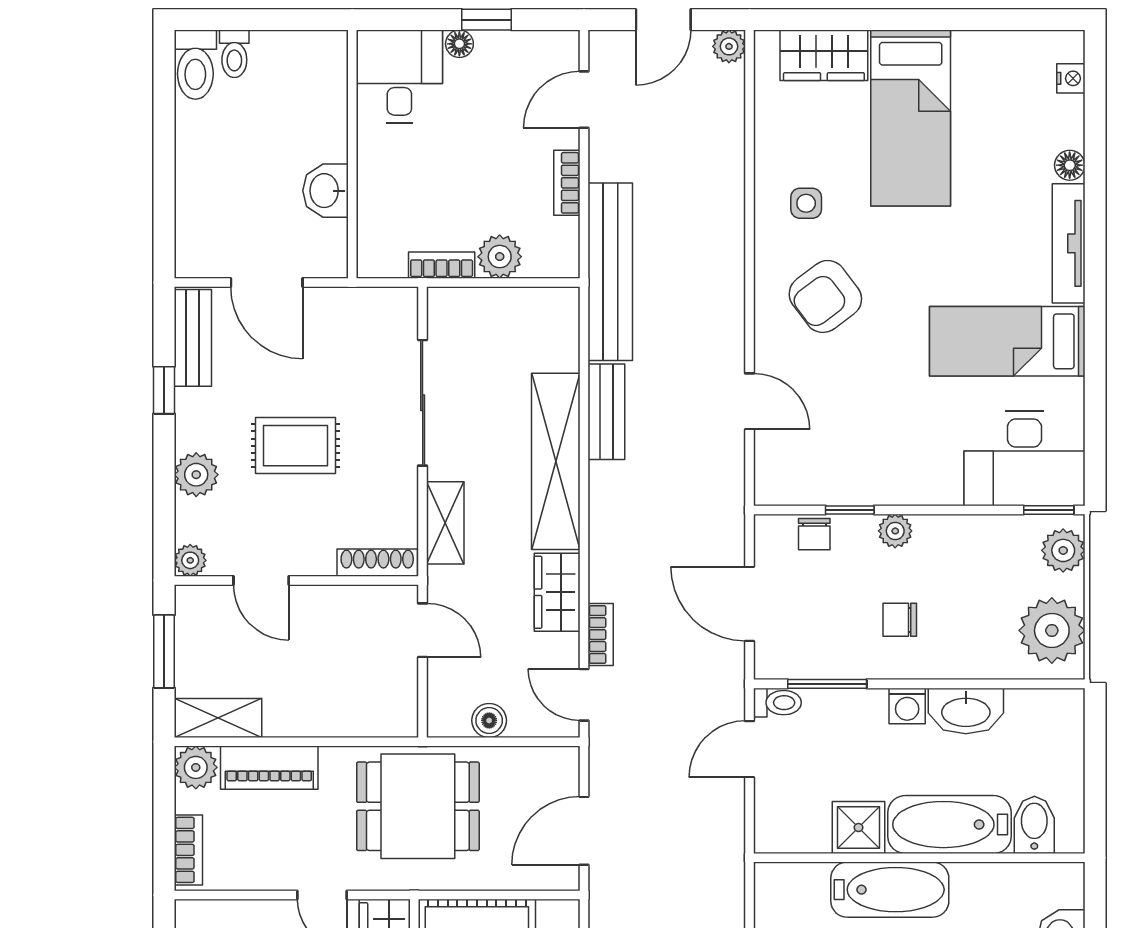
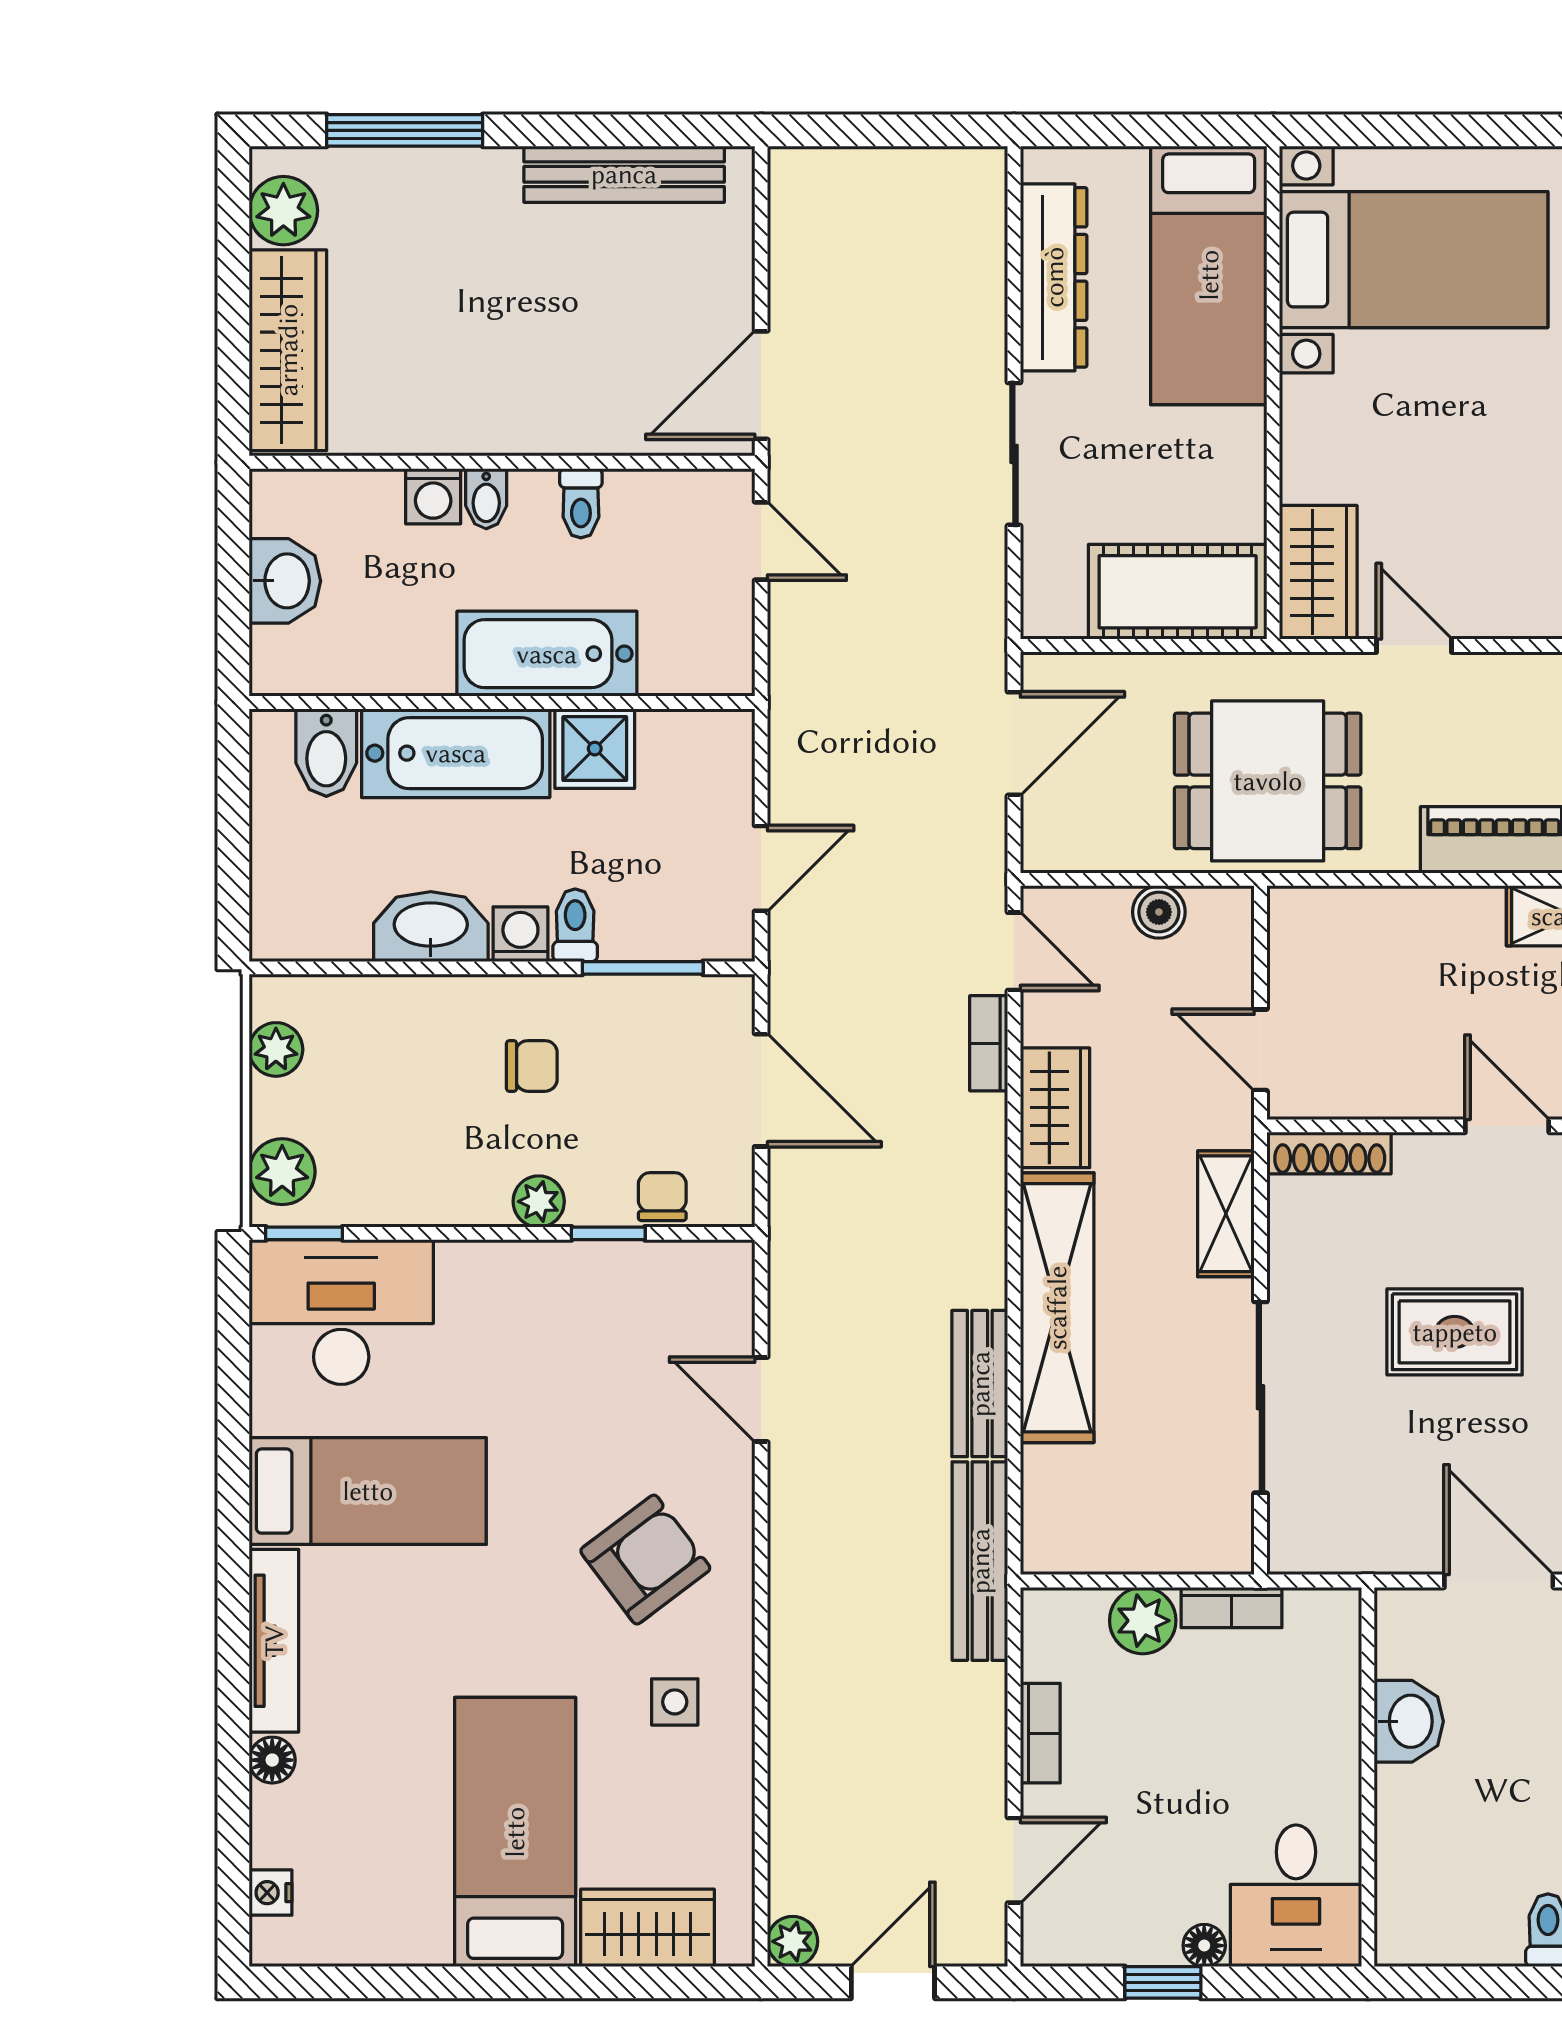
bench: (610, 272) -> (980, 1561), width x0.73, depth x0.82
plant: (1052, 630) -> (276, 1049), width x0.53, depth x0.53
toilet: (777, 703) -> (575, 925), moved, turned 90

